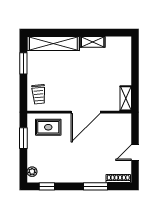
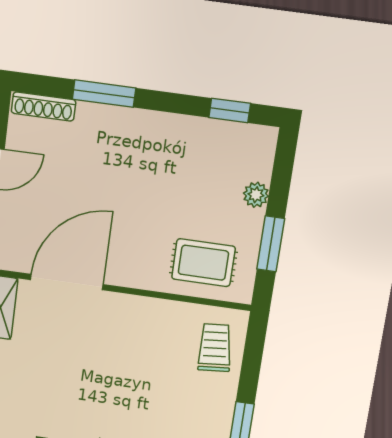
door: (86, 112) -> (67, 282), moved
plant: (32, 172) -> (256, 195), moved

